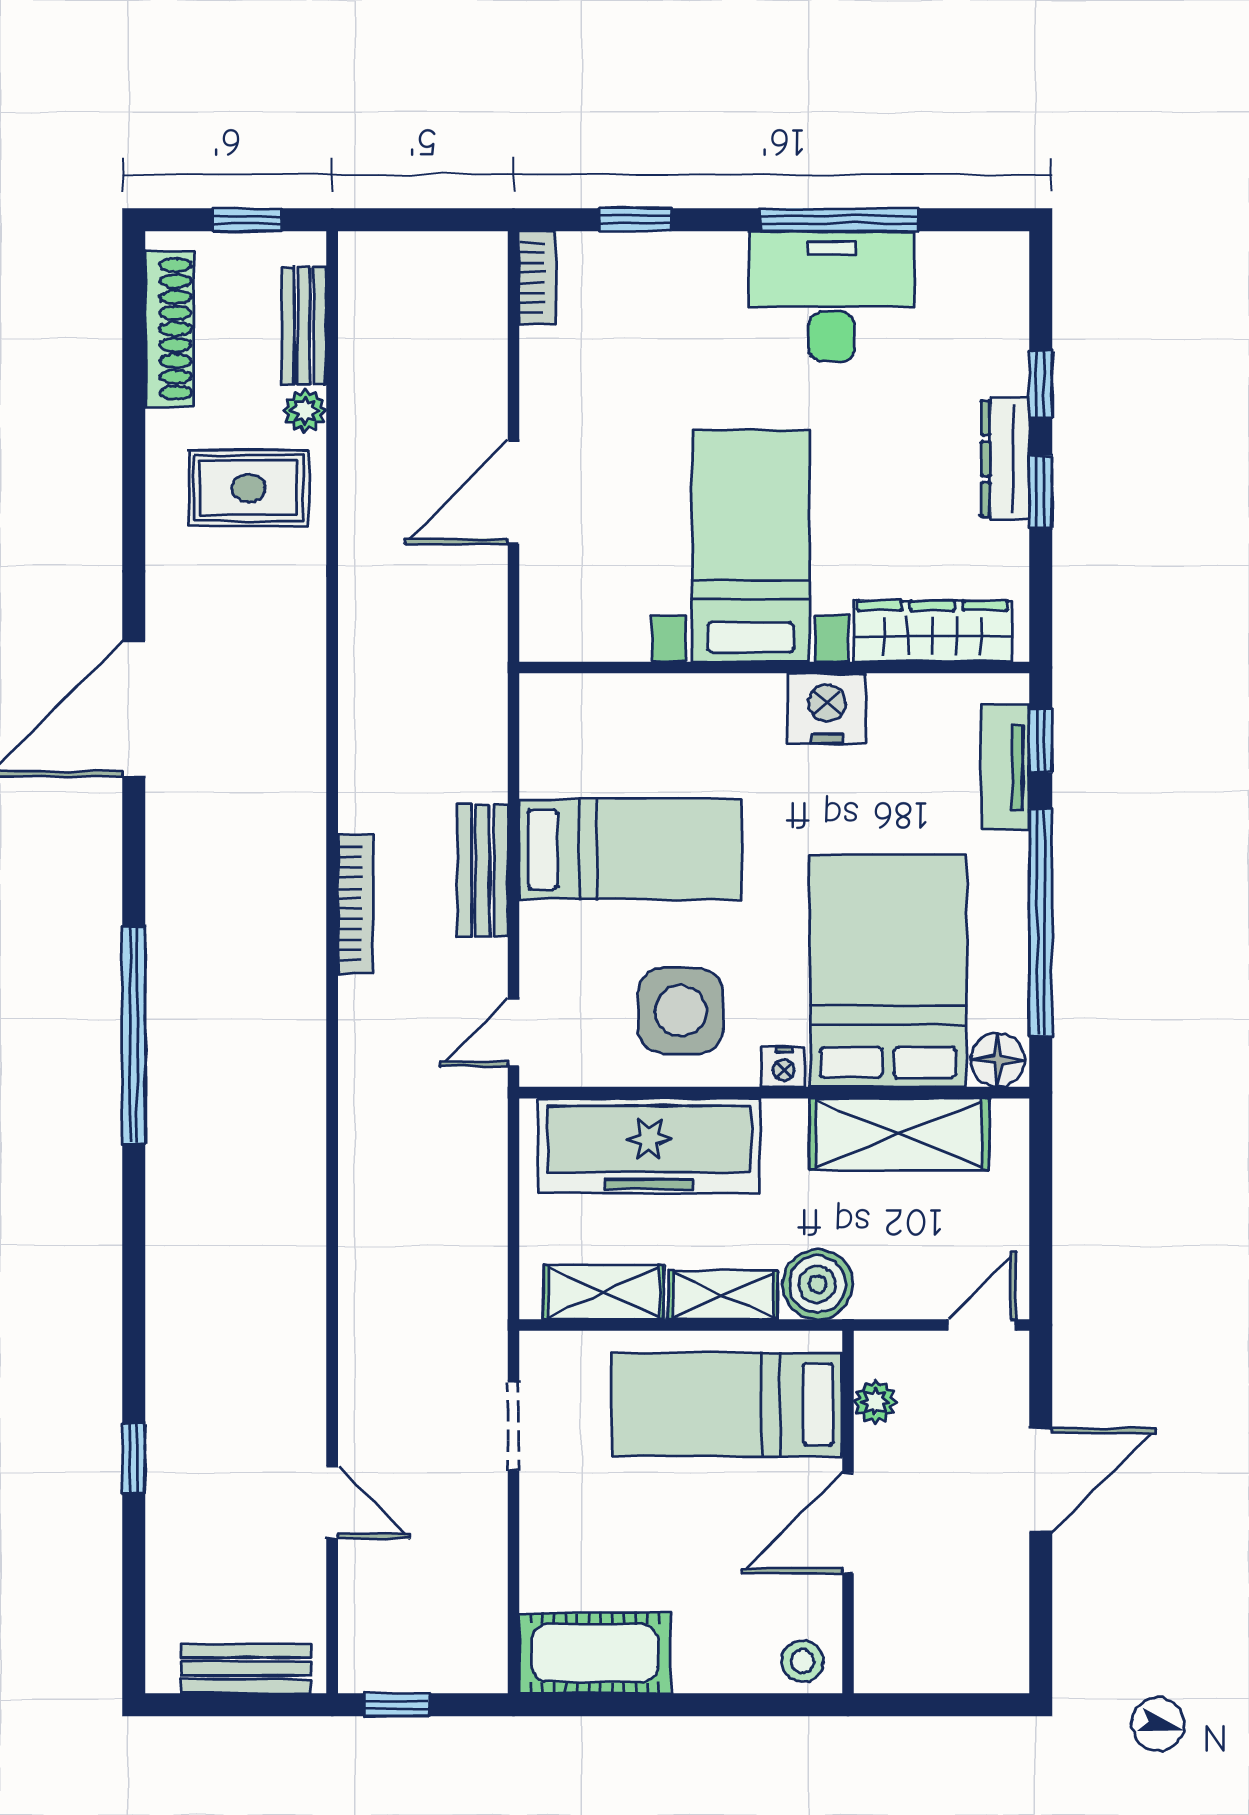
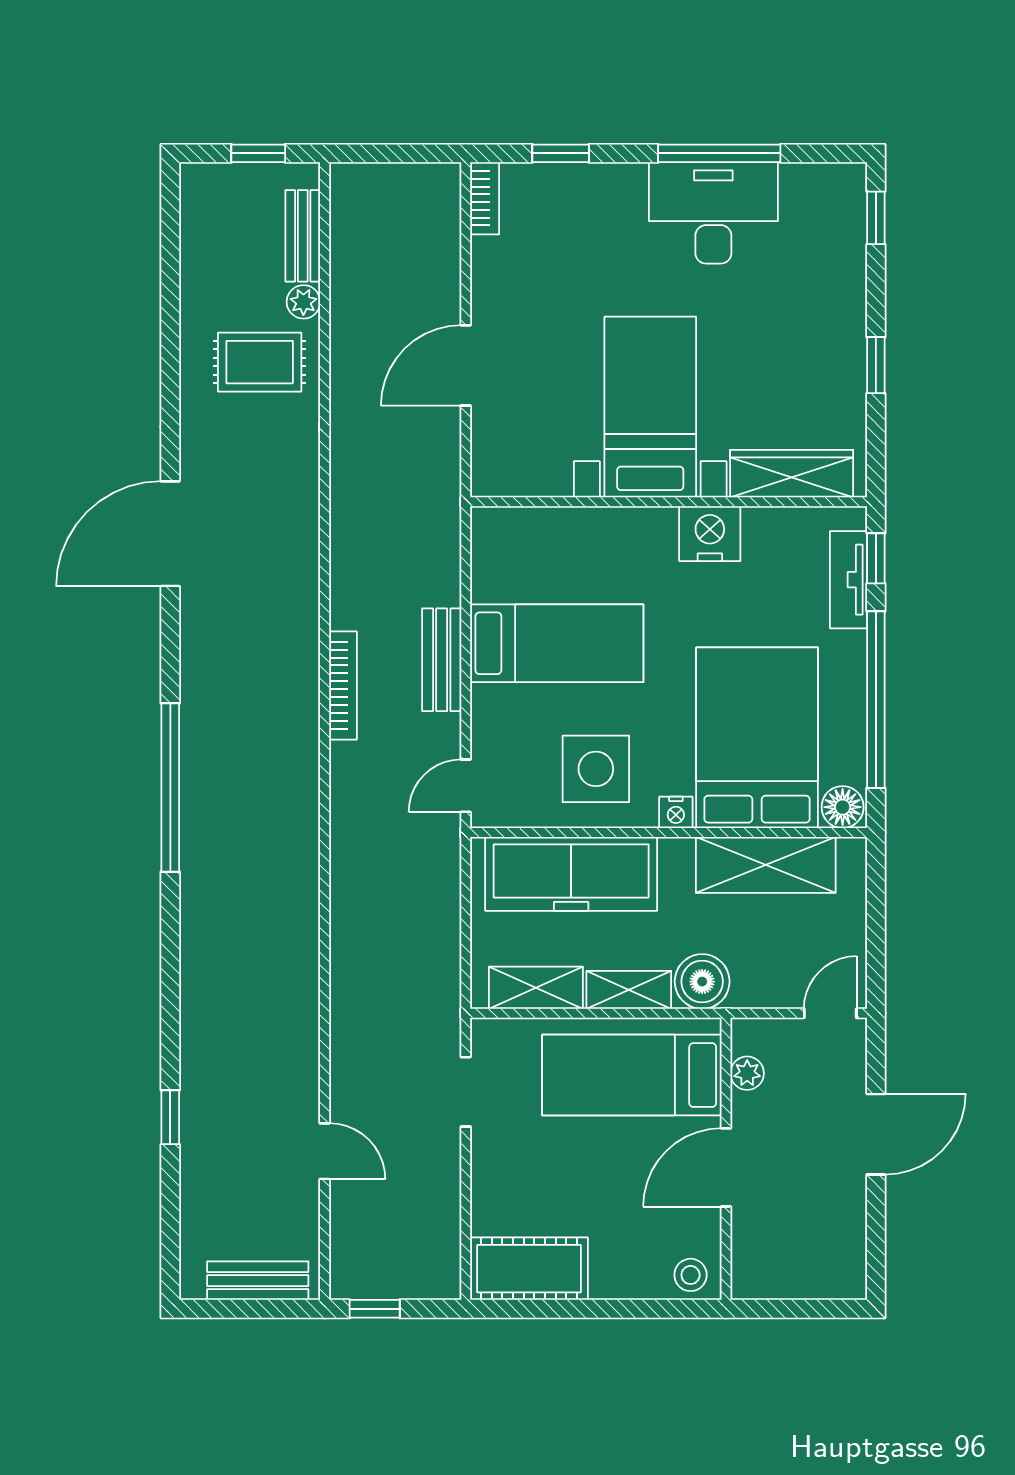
shoe rack: (169, 329) -> (198, 238), removed
window: (1041, 384) -> (876, 218), moved
dresser: (1005, 459) -> (848, 339), removed

